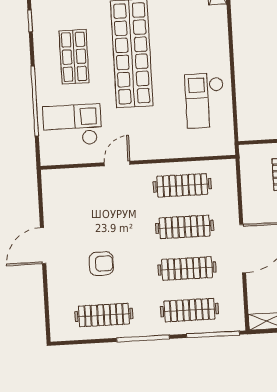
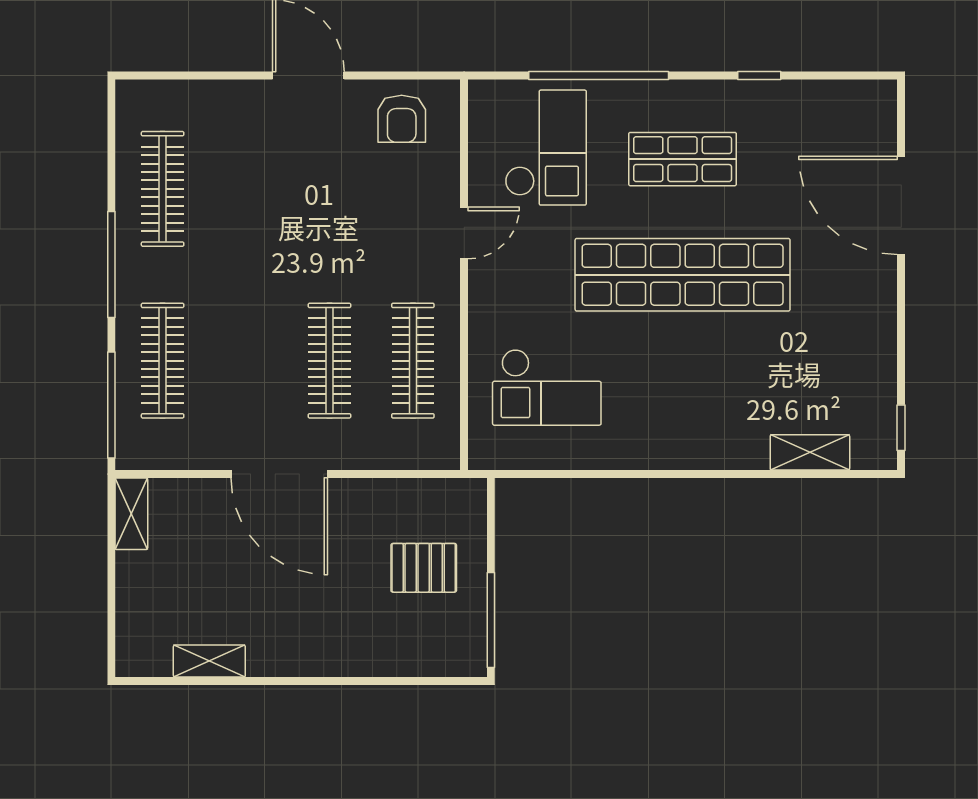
checkout: (205, 100) -> (547, 387), moved, turned 180
door: (117, 163) -> (464, 233), hinge flipped
armchair: (101, 264) -> (402, 119), moved
clothes rail: (187, 269) -> (246, 361), removed

